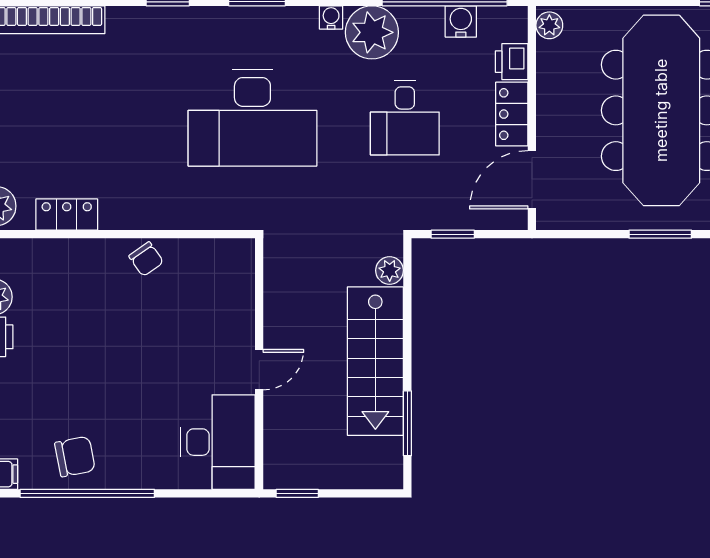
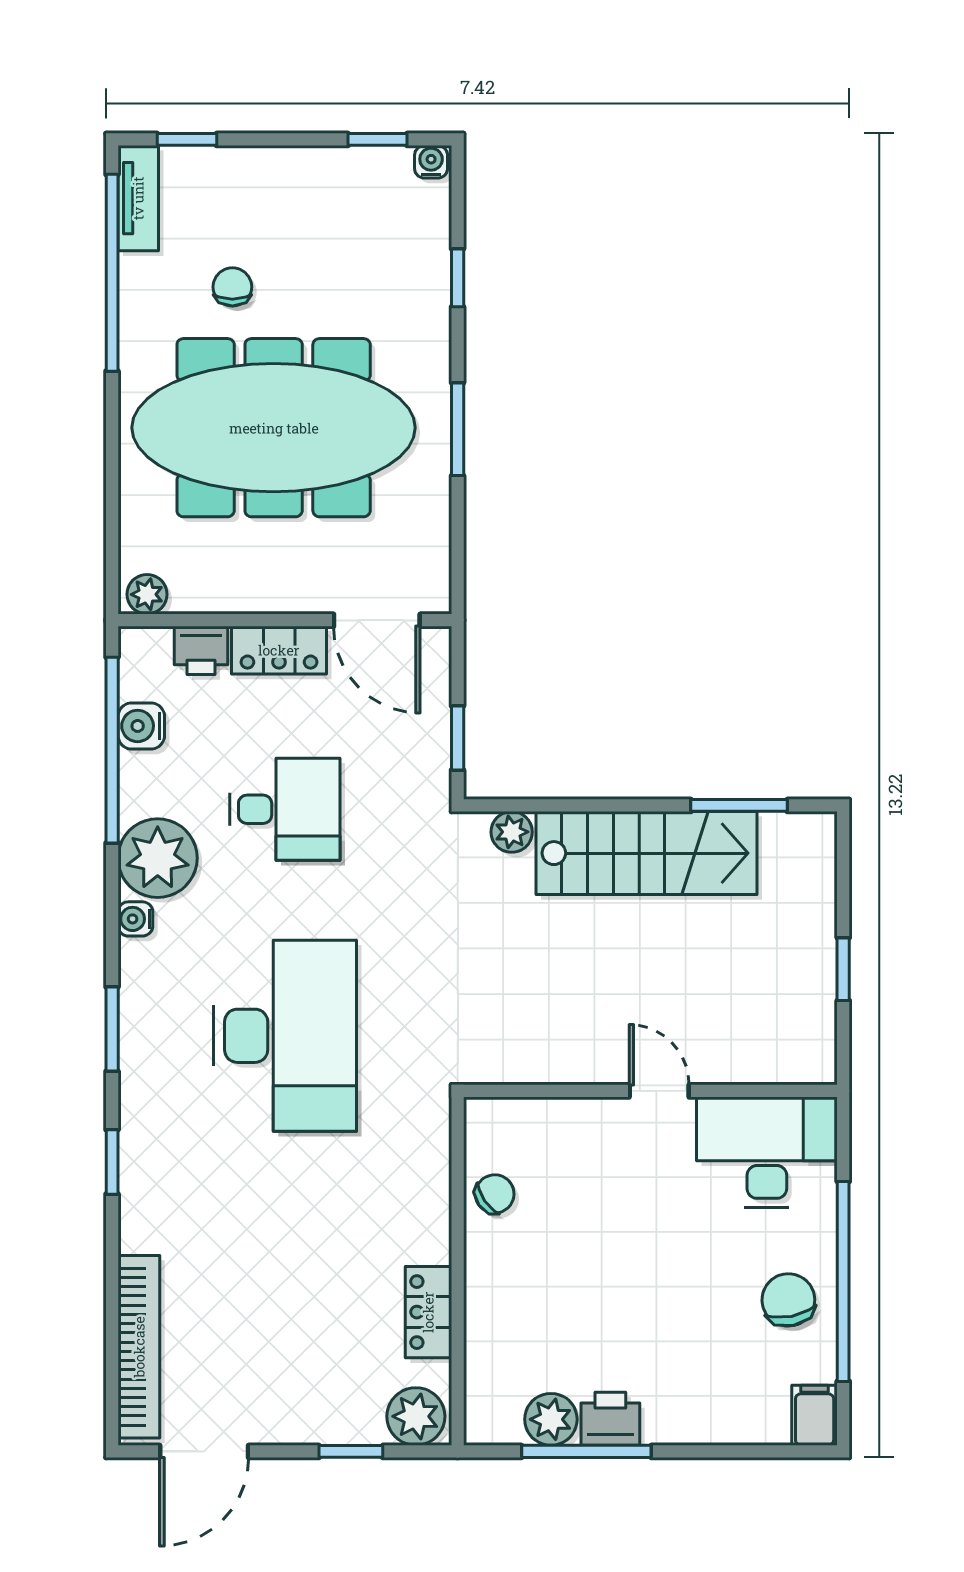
wall: (259, 364) -> (650, 1091), moved
door: (259, 370) -> (659, 1091), moved
desk: (218, 442) -> (767, 1152), moved

